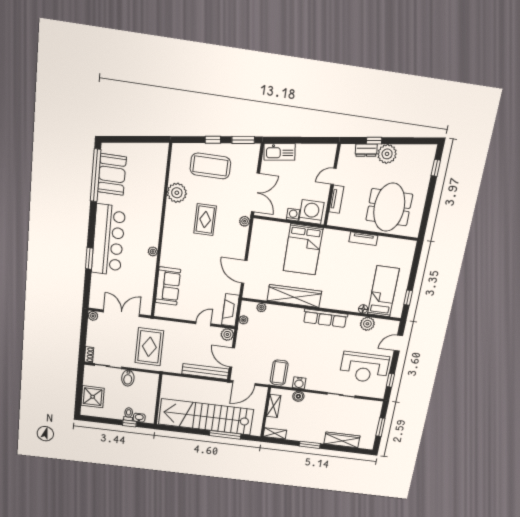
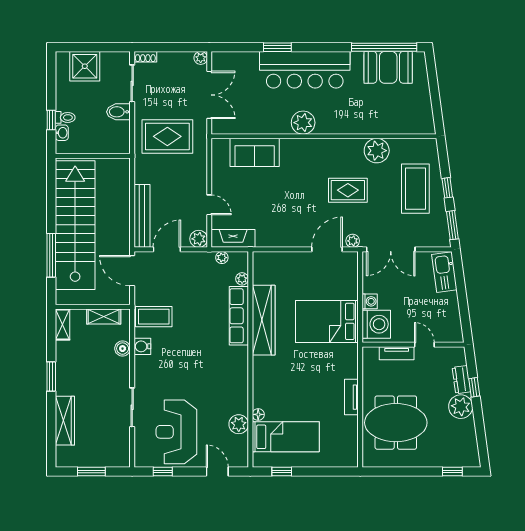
plant: (153, 251) -> (303, 123), width x1.88, depth x1.88
door: (244, 272) -> (327, 249), moved
row of seats: (325, 318) -> (239, 316), moved

